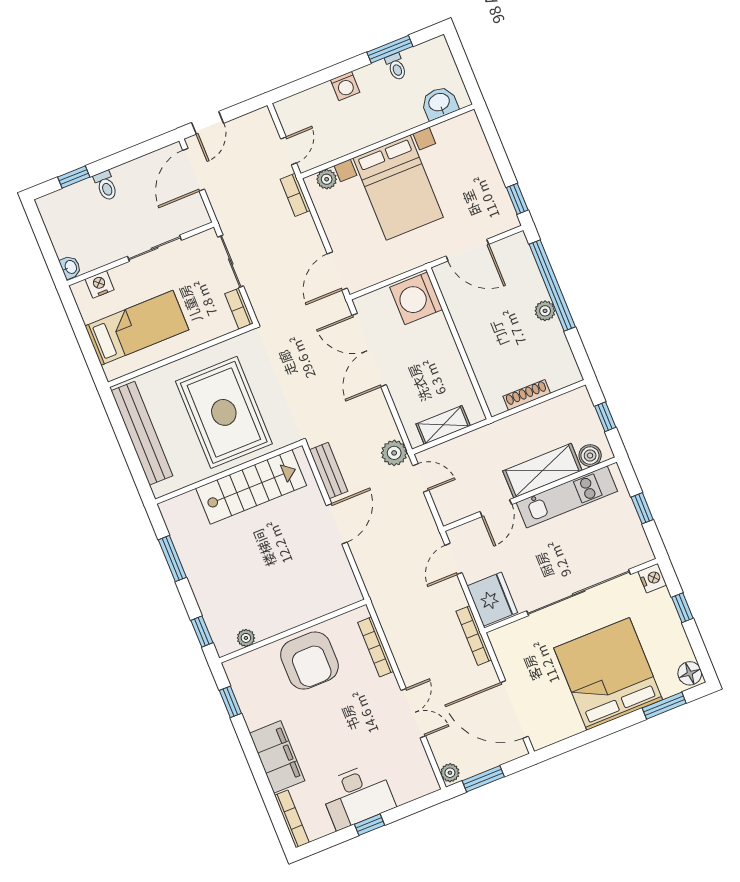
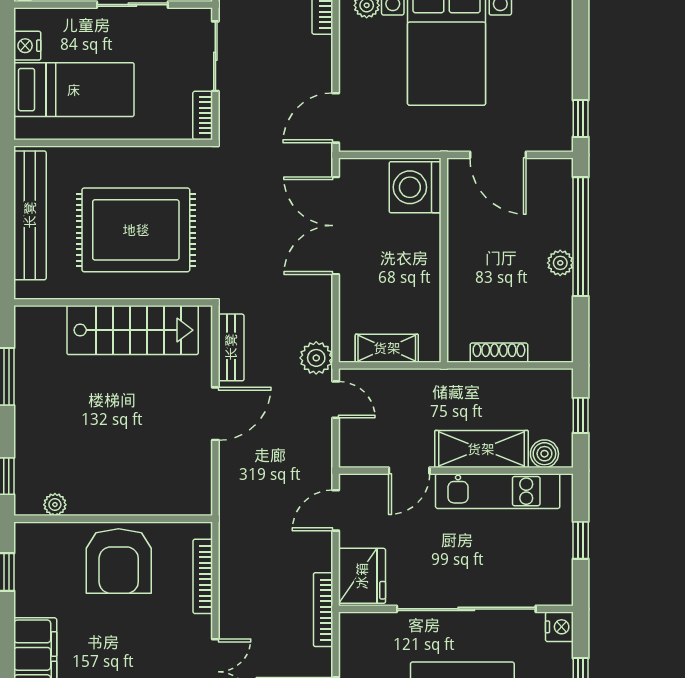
nightstand: (100, 284) -> (27, 46), moved, turned -90
rug: (224, 412) -> (136, 230), turned 90

